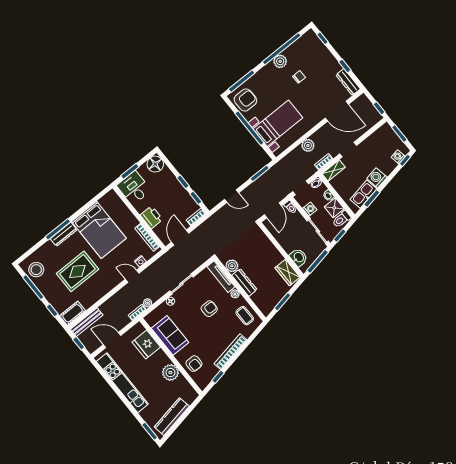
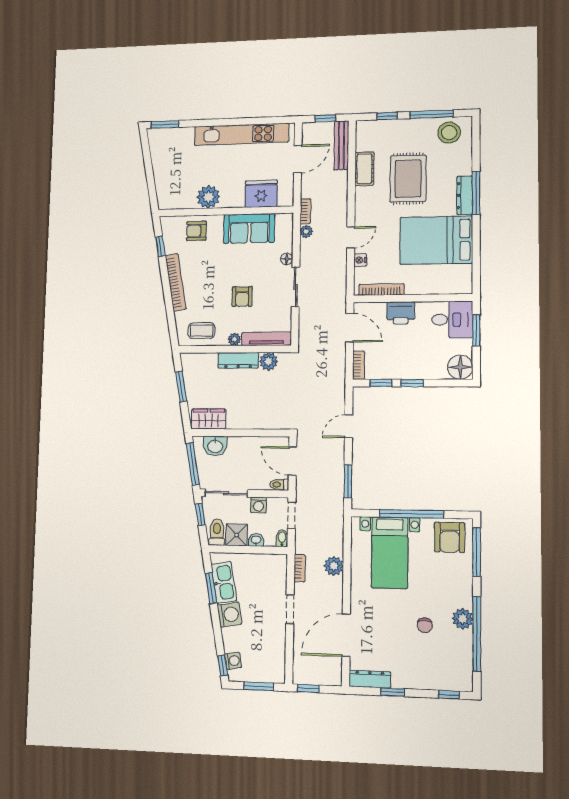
shelving: (334, 171) -> (280, 571), removed
cot: (73, 313) -> (364, 169), moved
kitchen counter: (172, 417) -> (160, 161), removed

